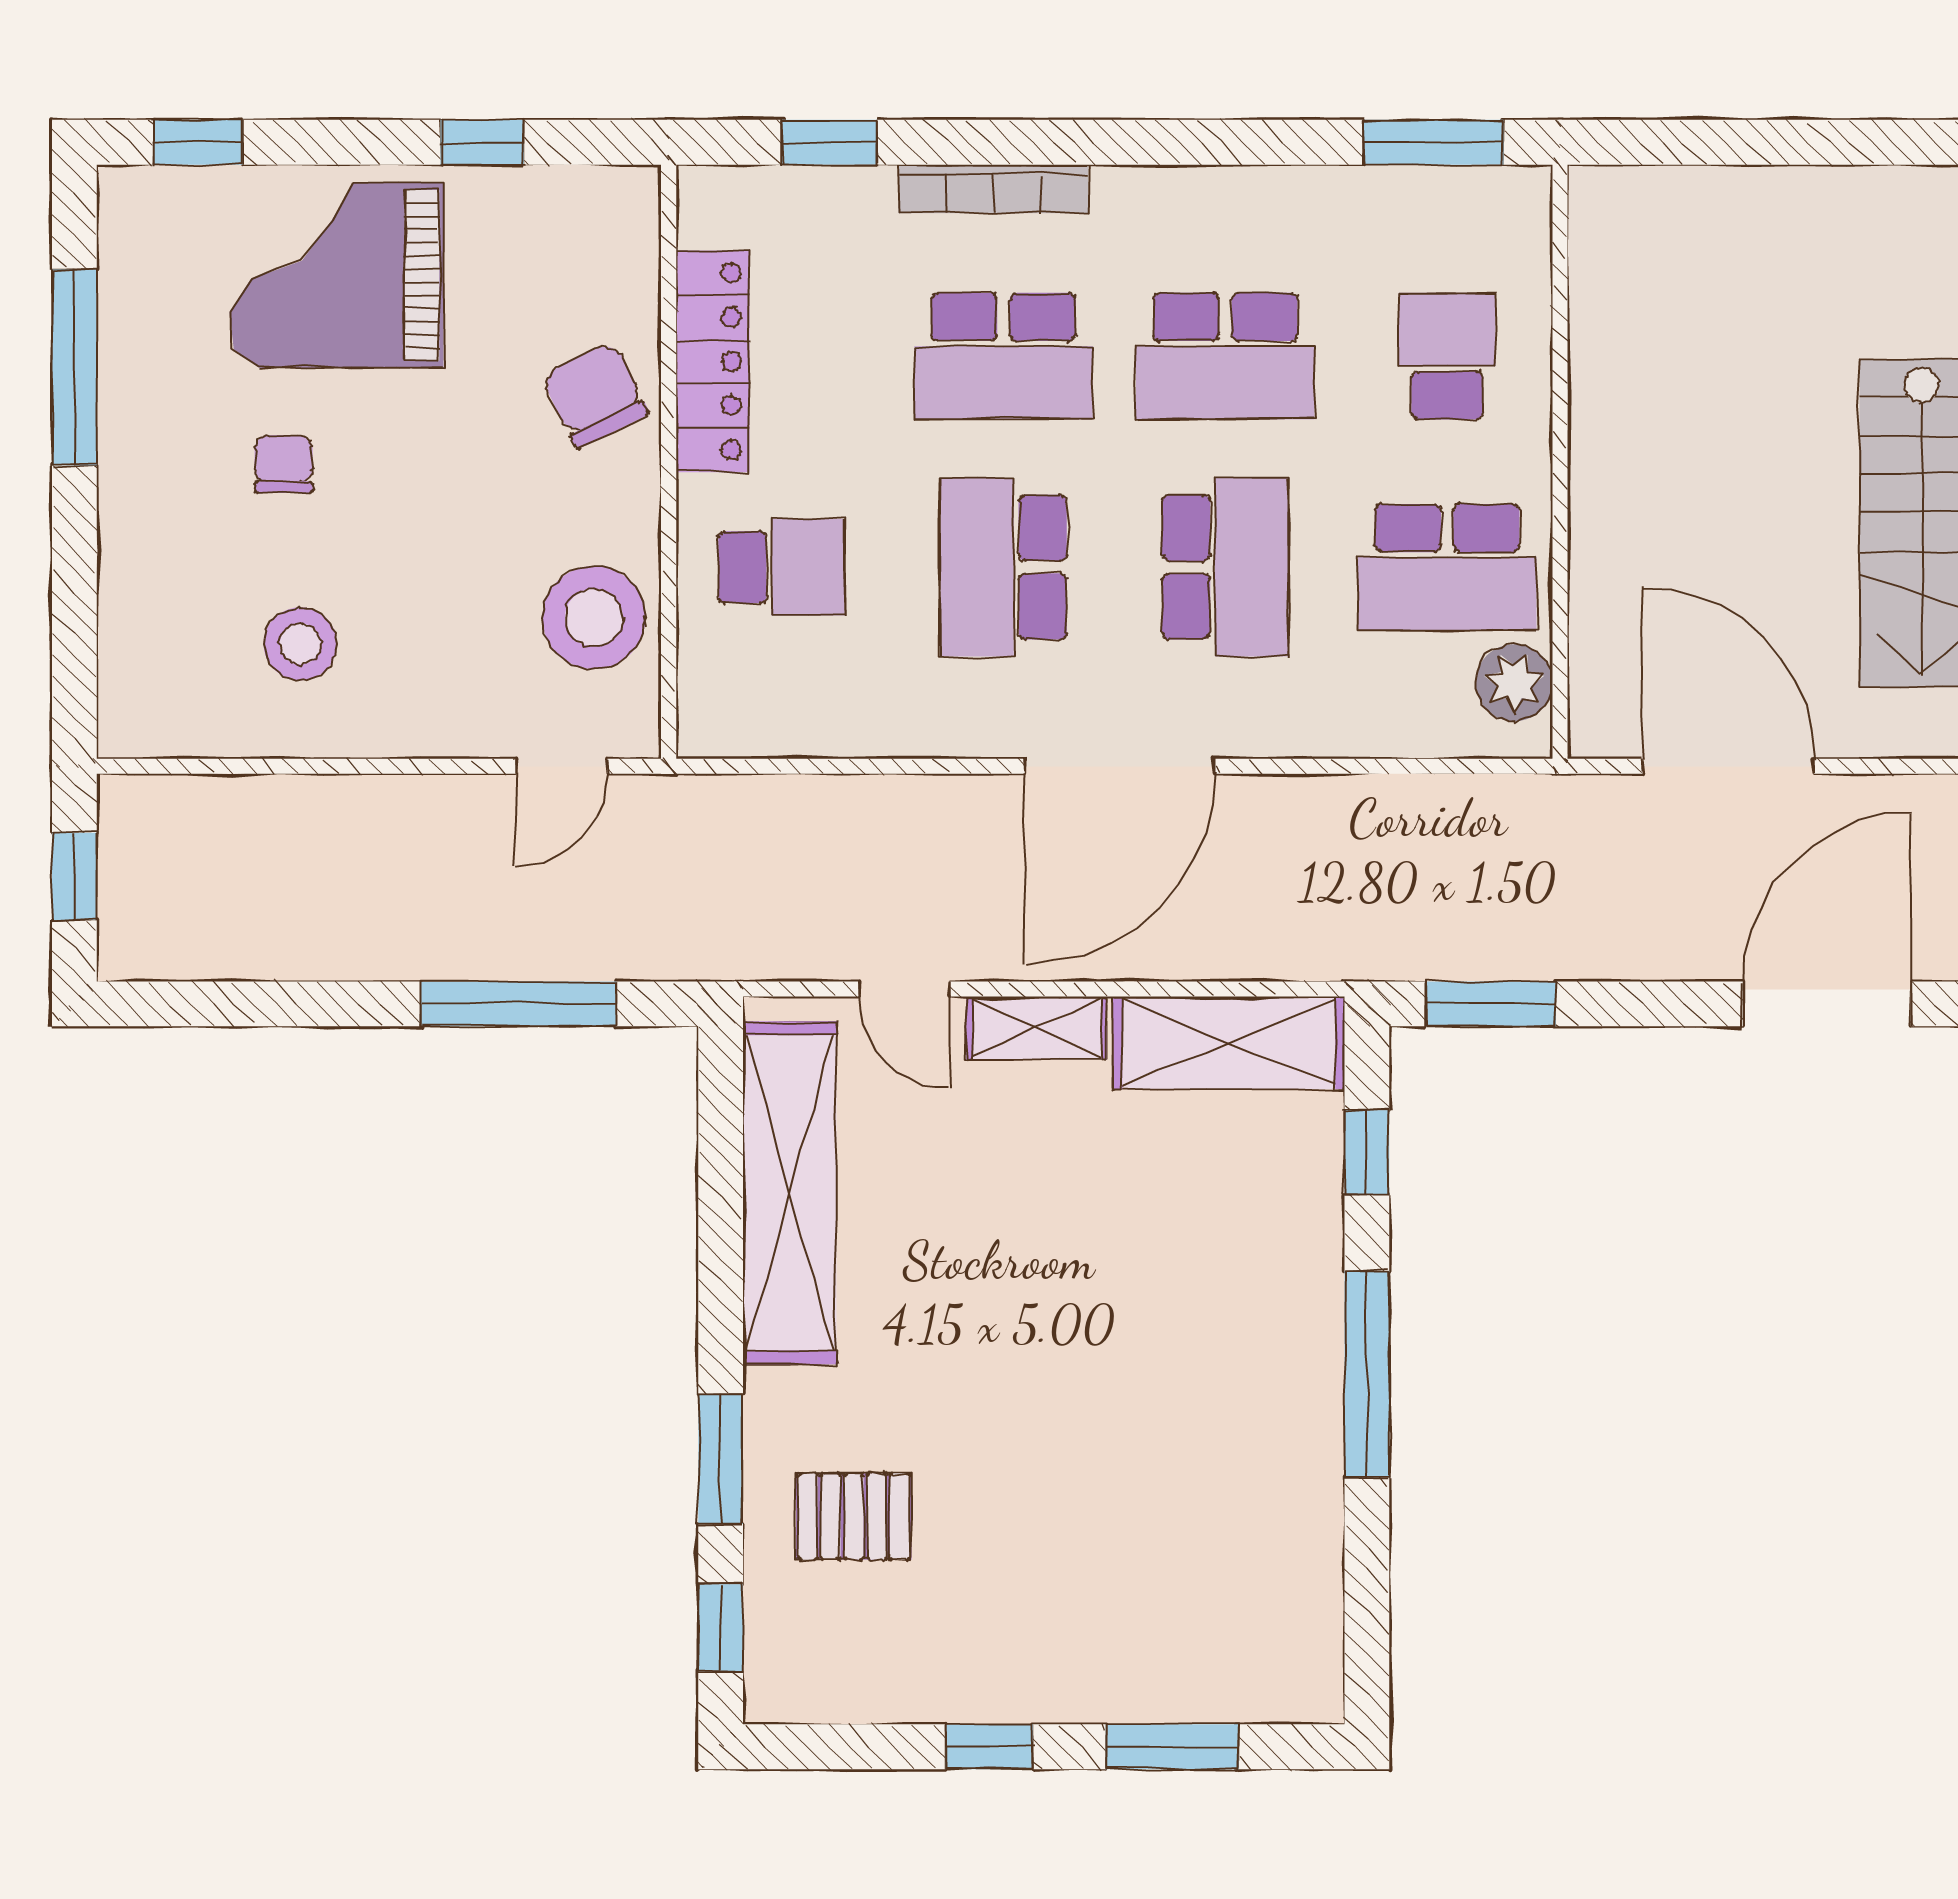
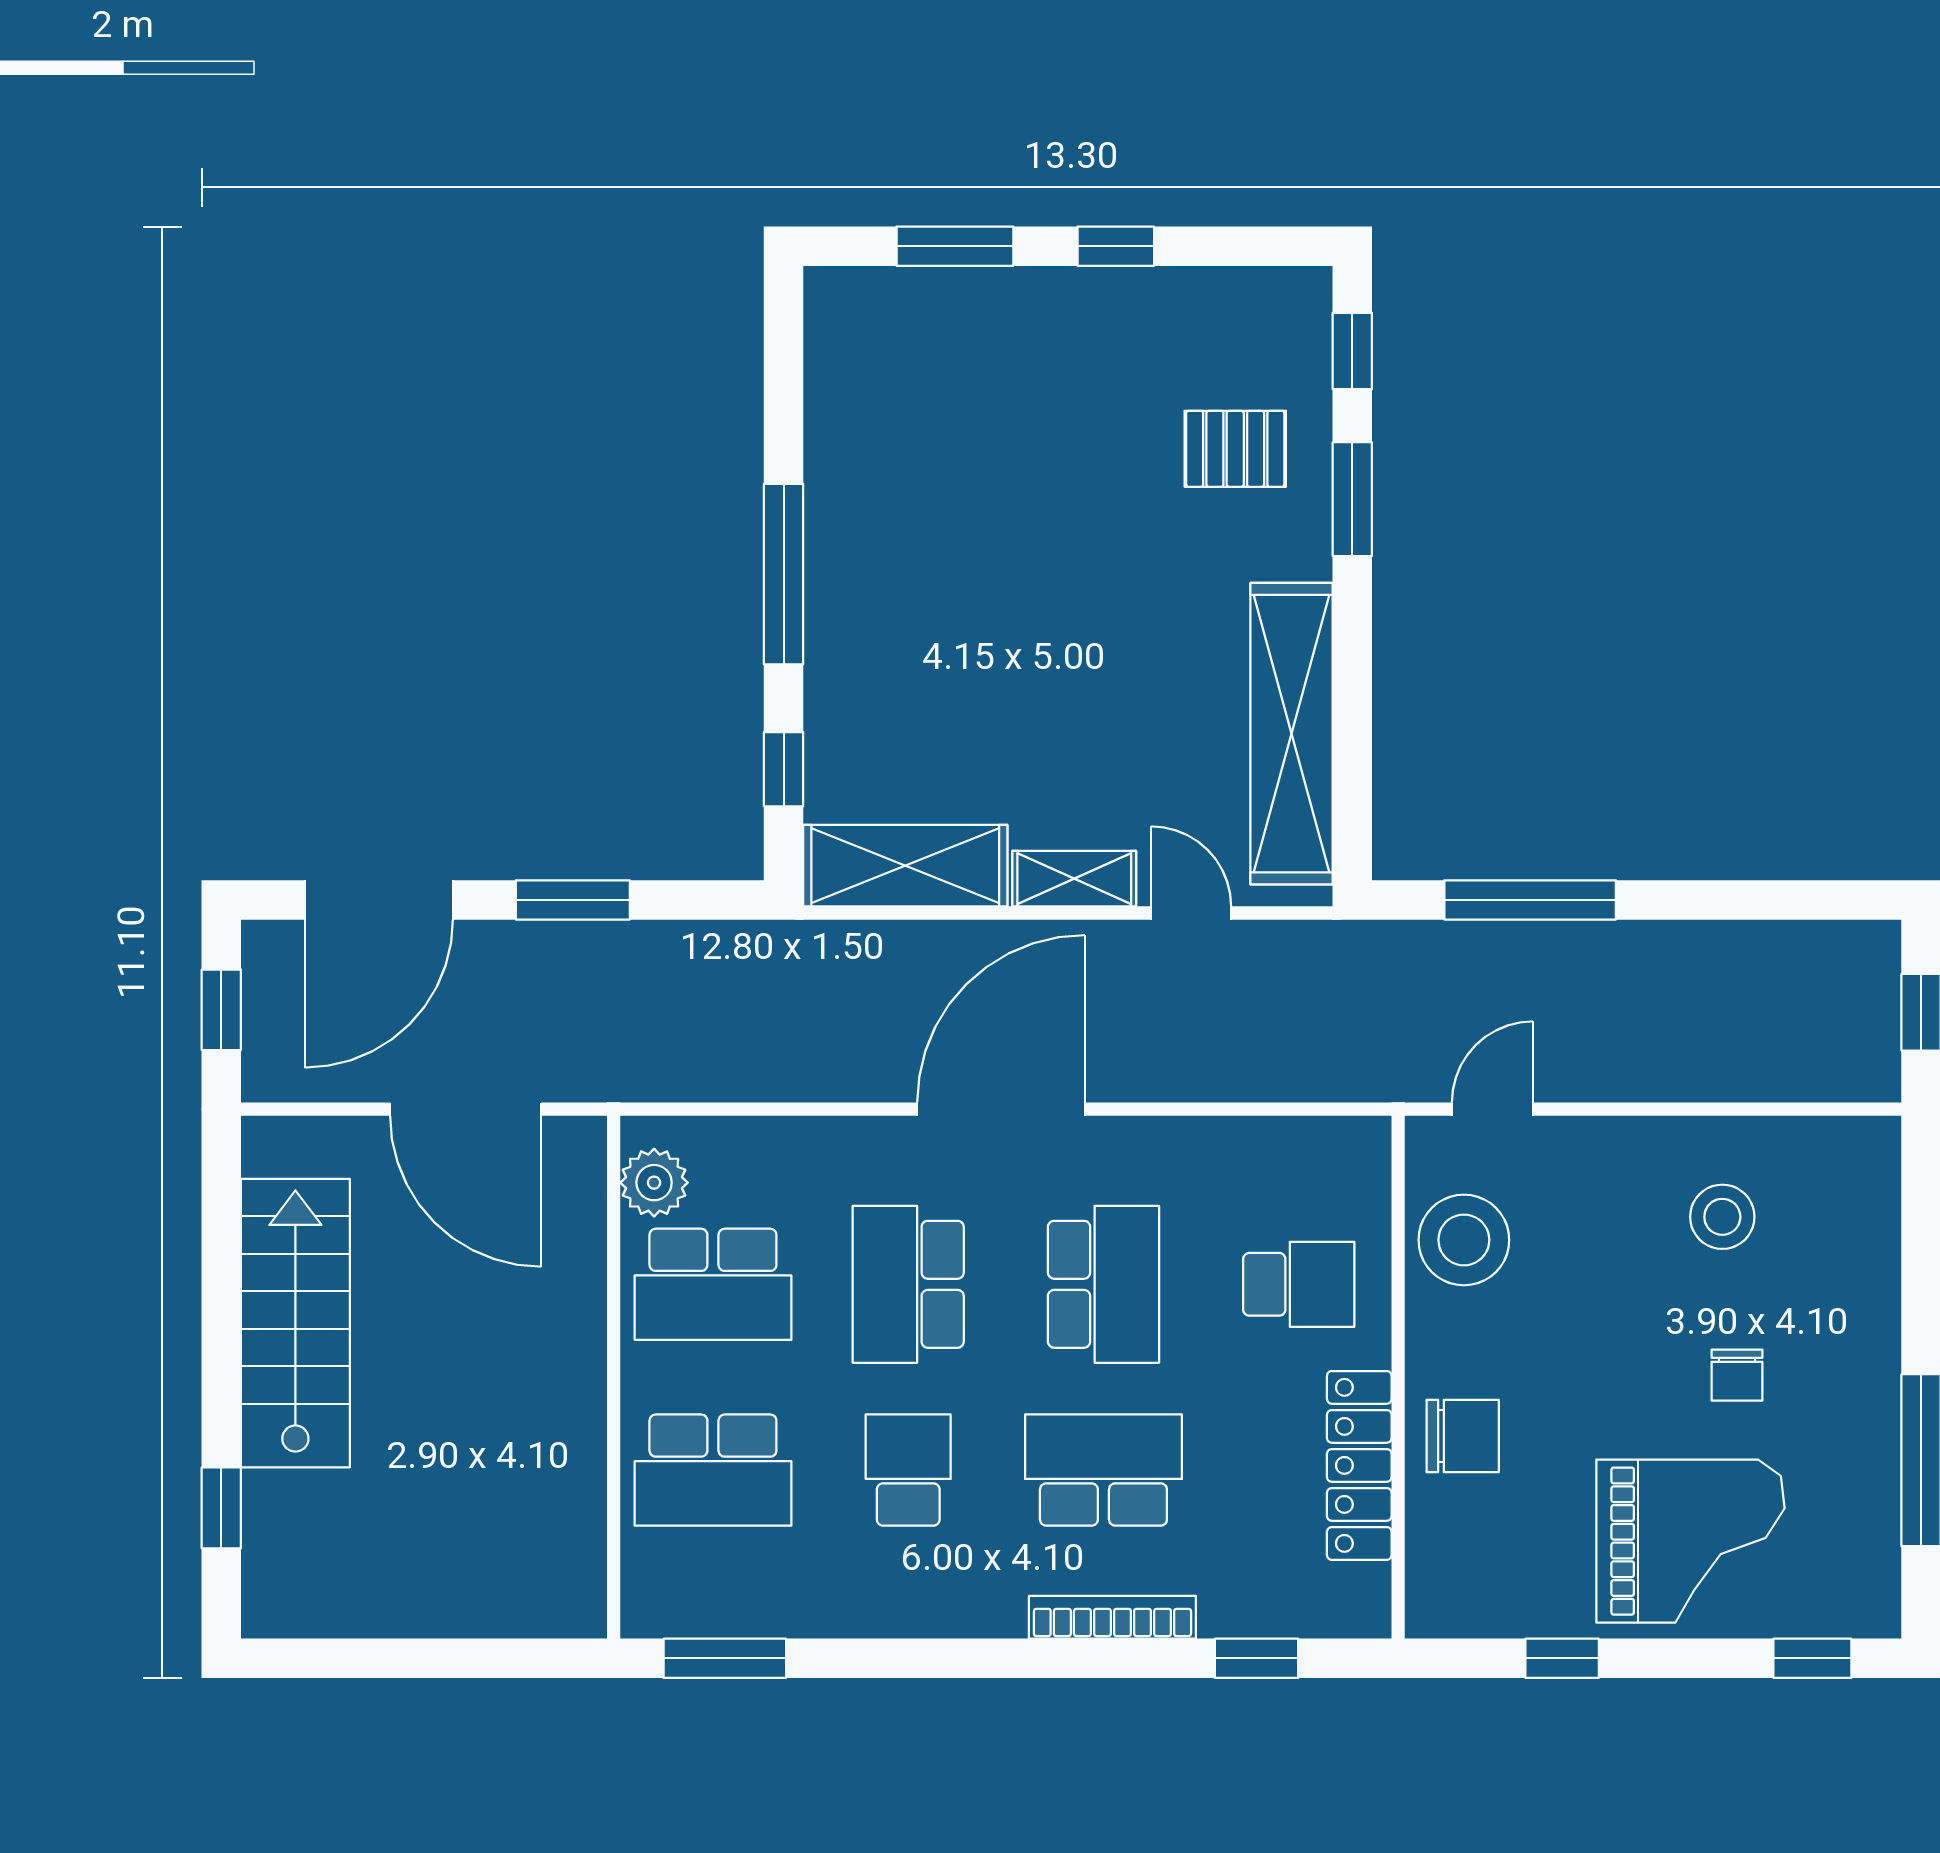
school desk: (1225, 356) -> (908, 1470), width x0.54
school desk: (1447, 356) -> (713, 1470), width x1.85
chair: (595, 395) -> (1463, 1436), turned -64
school desk: (782, 567) -> (1299, 1284), turned 180
school desk: (1447, 567) -> (713, 1284), turned 180
window: (1491, 1004) -> (573, 900), moved

